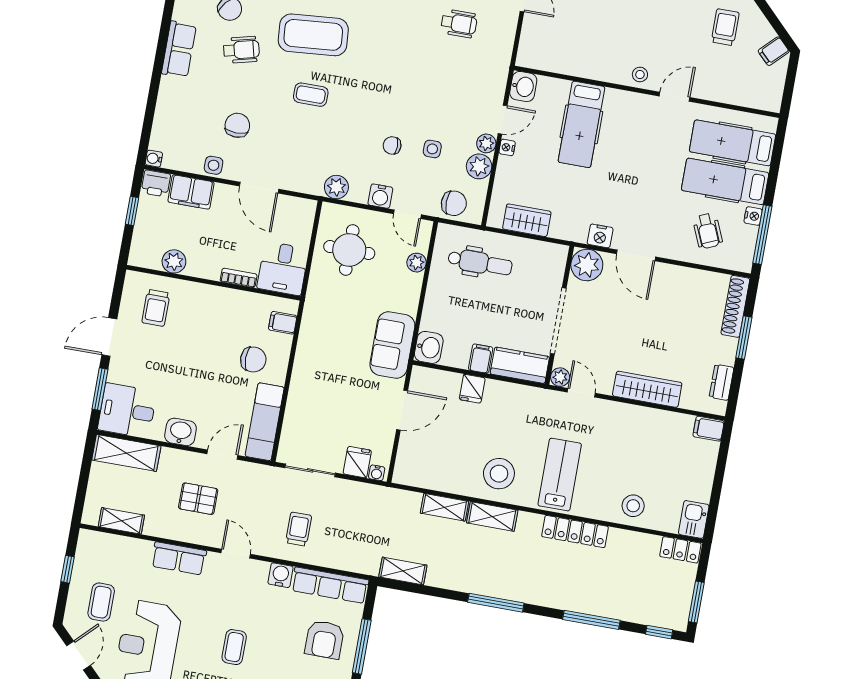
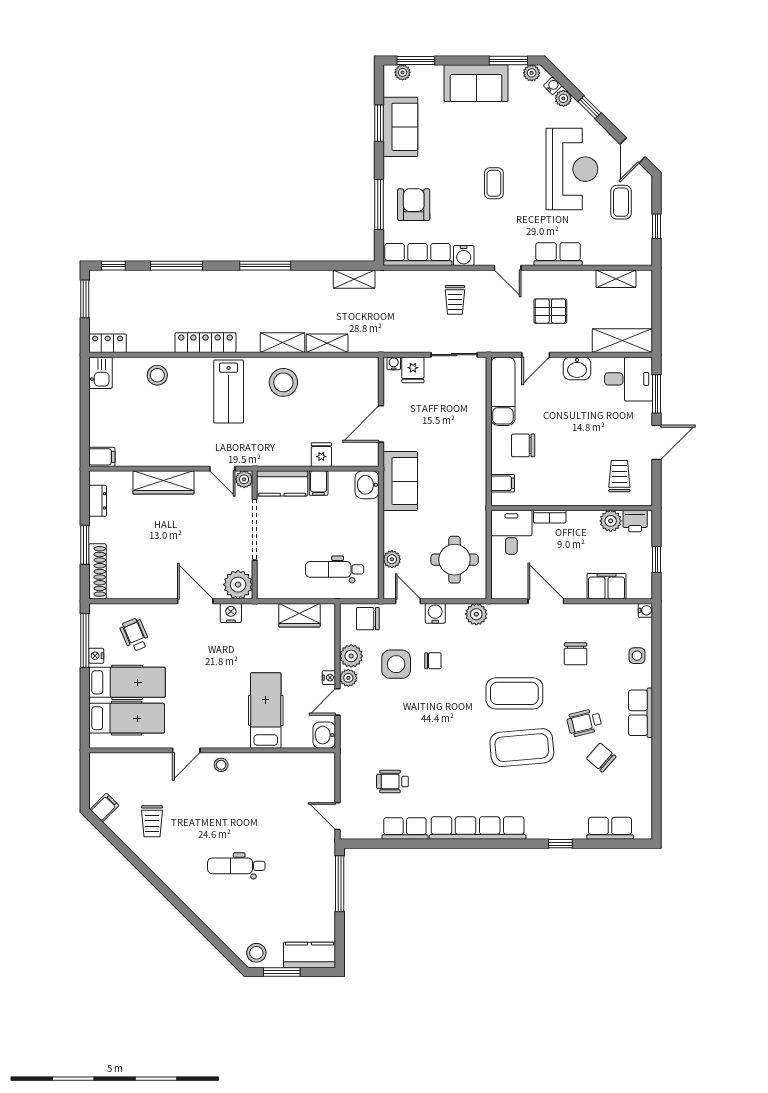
coffee table: (311, 95) -> (514, 693), width x1.86, depth x1.72
side table: (432, 149) -> (396, 664), width x1.87, depth x1.87
side table: (214, 165) -> (637, 656), moved
printer: (156, 183) -> (635, 521), moved, turned 180

